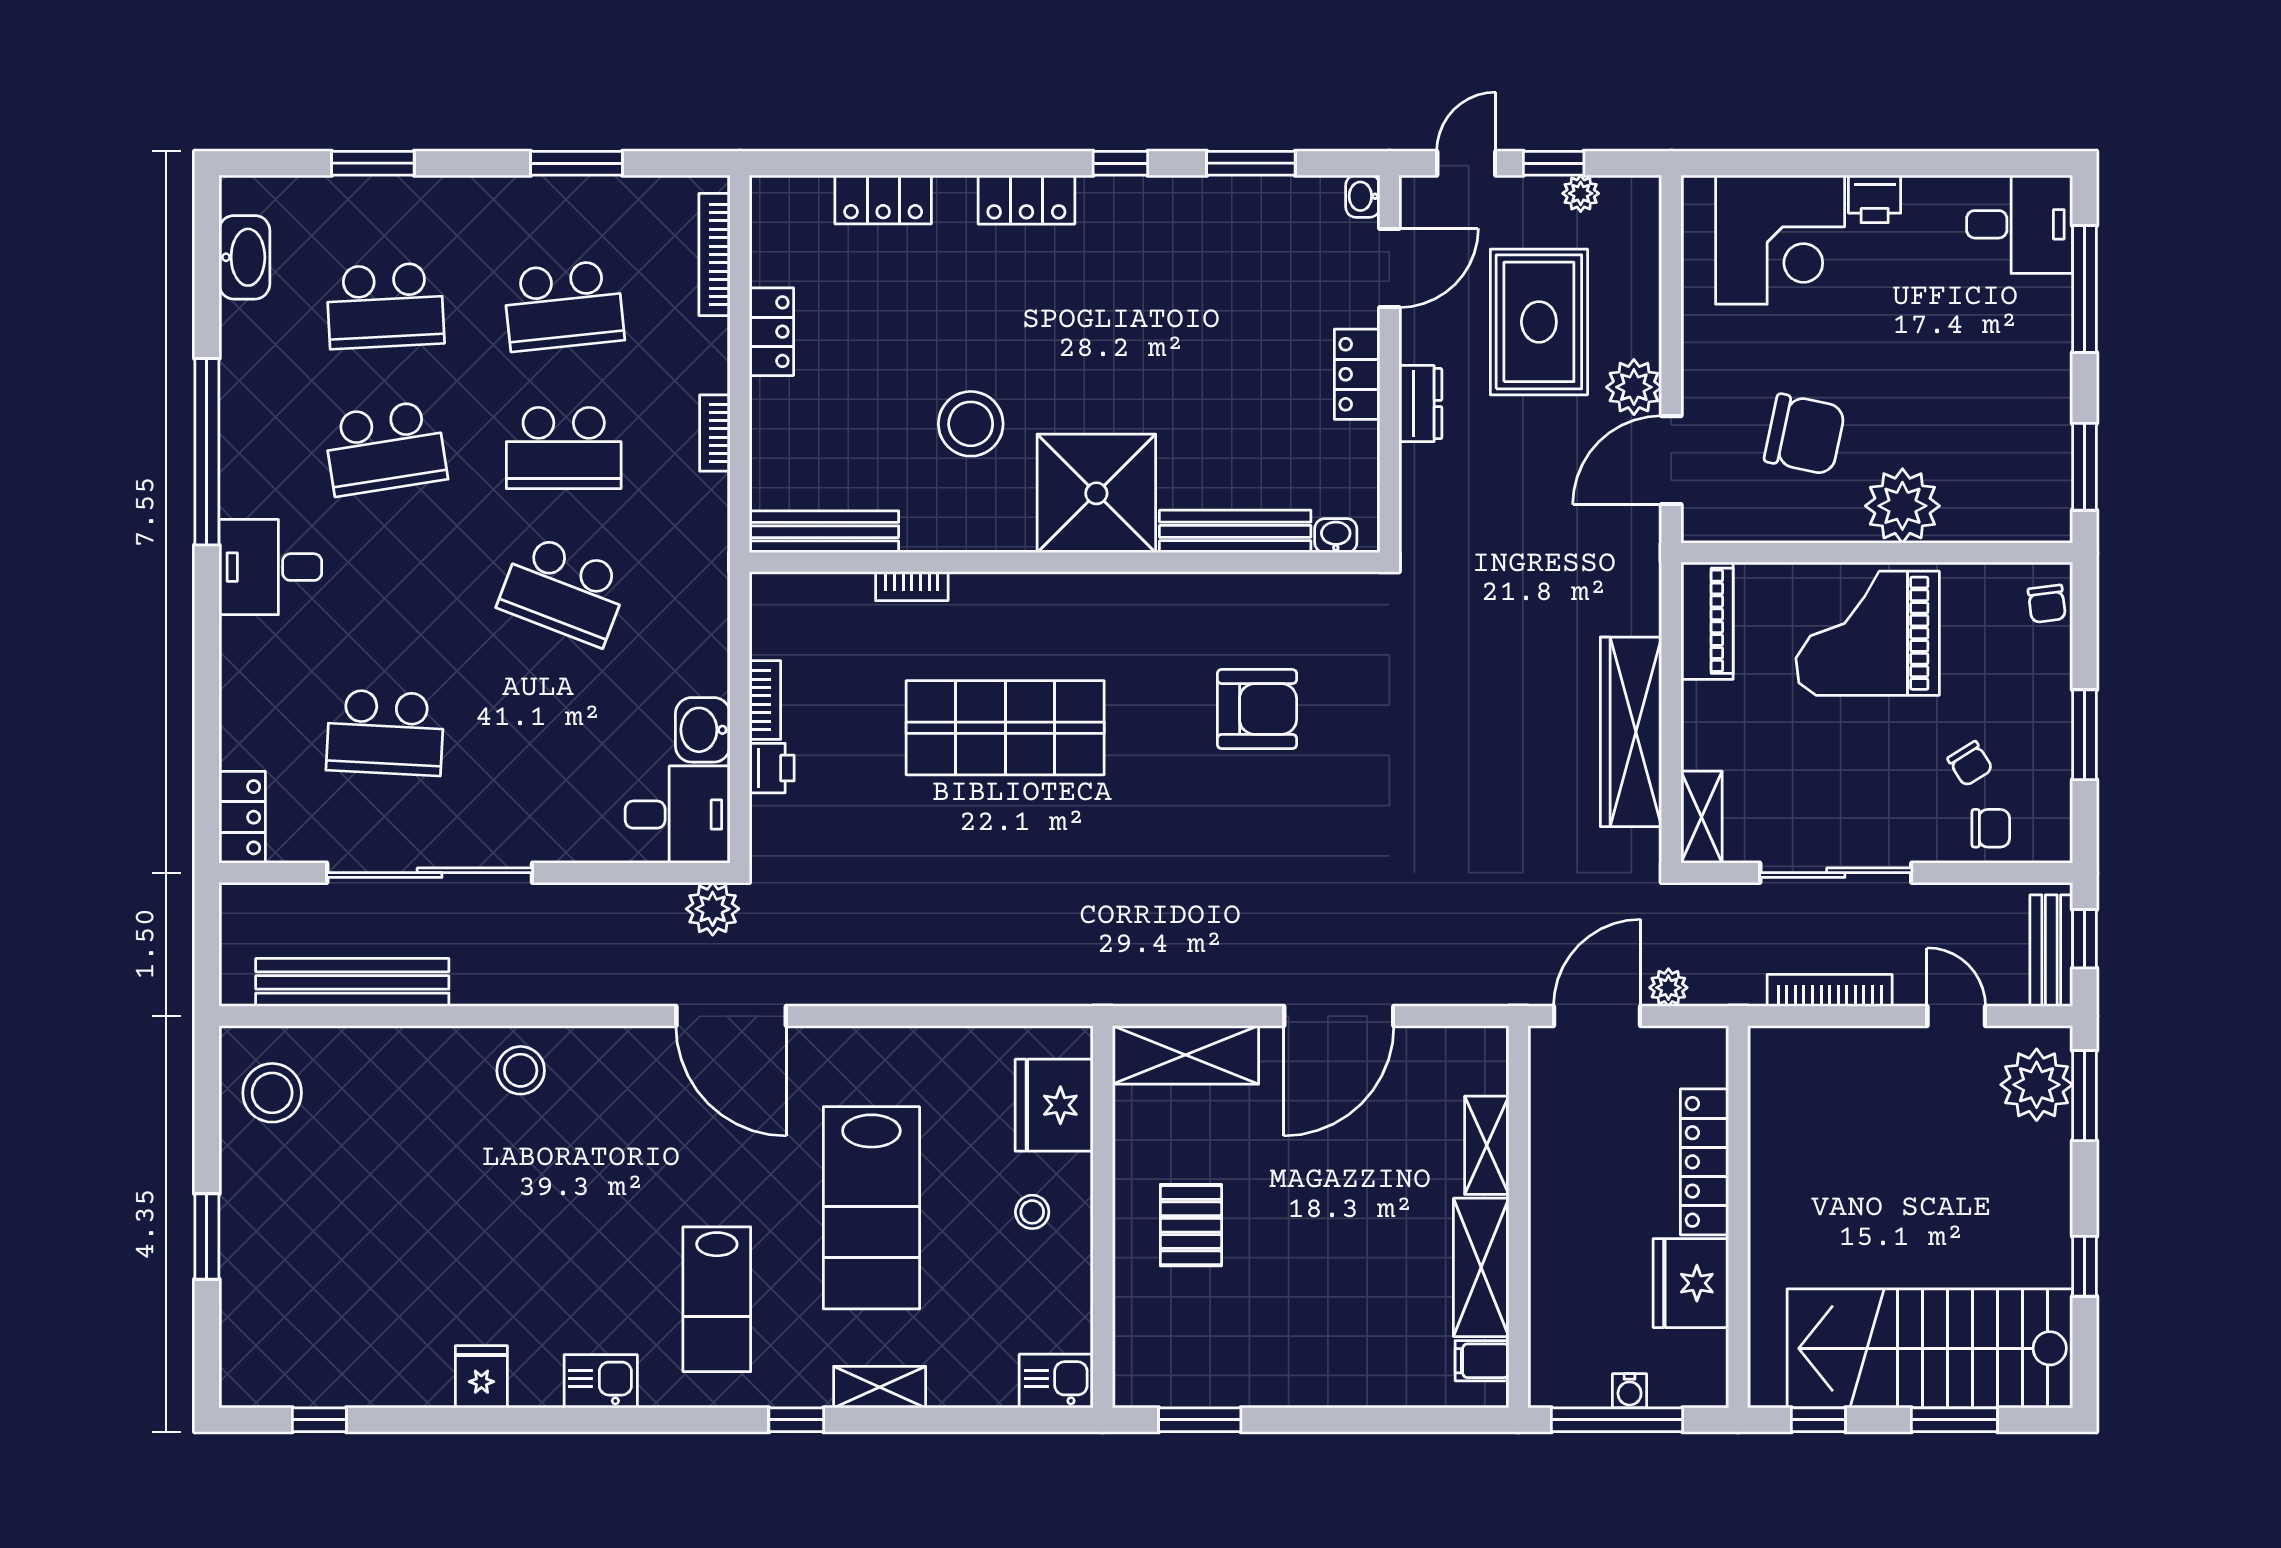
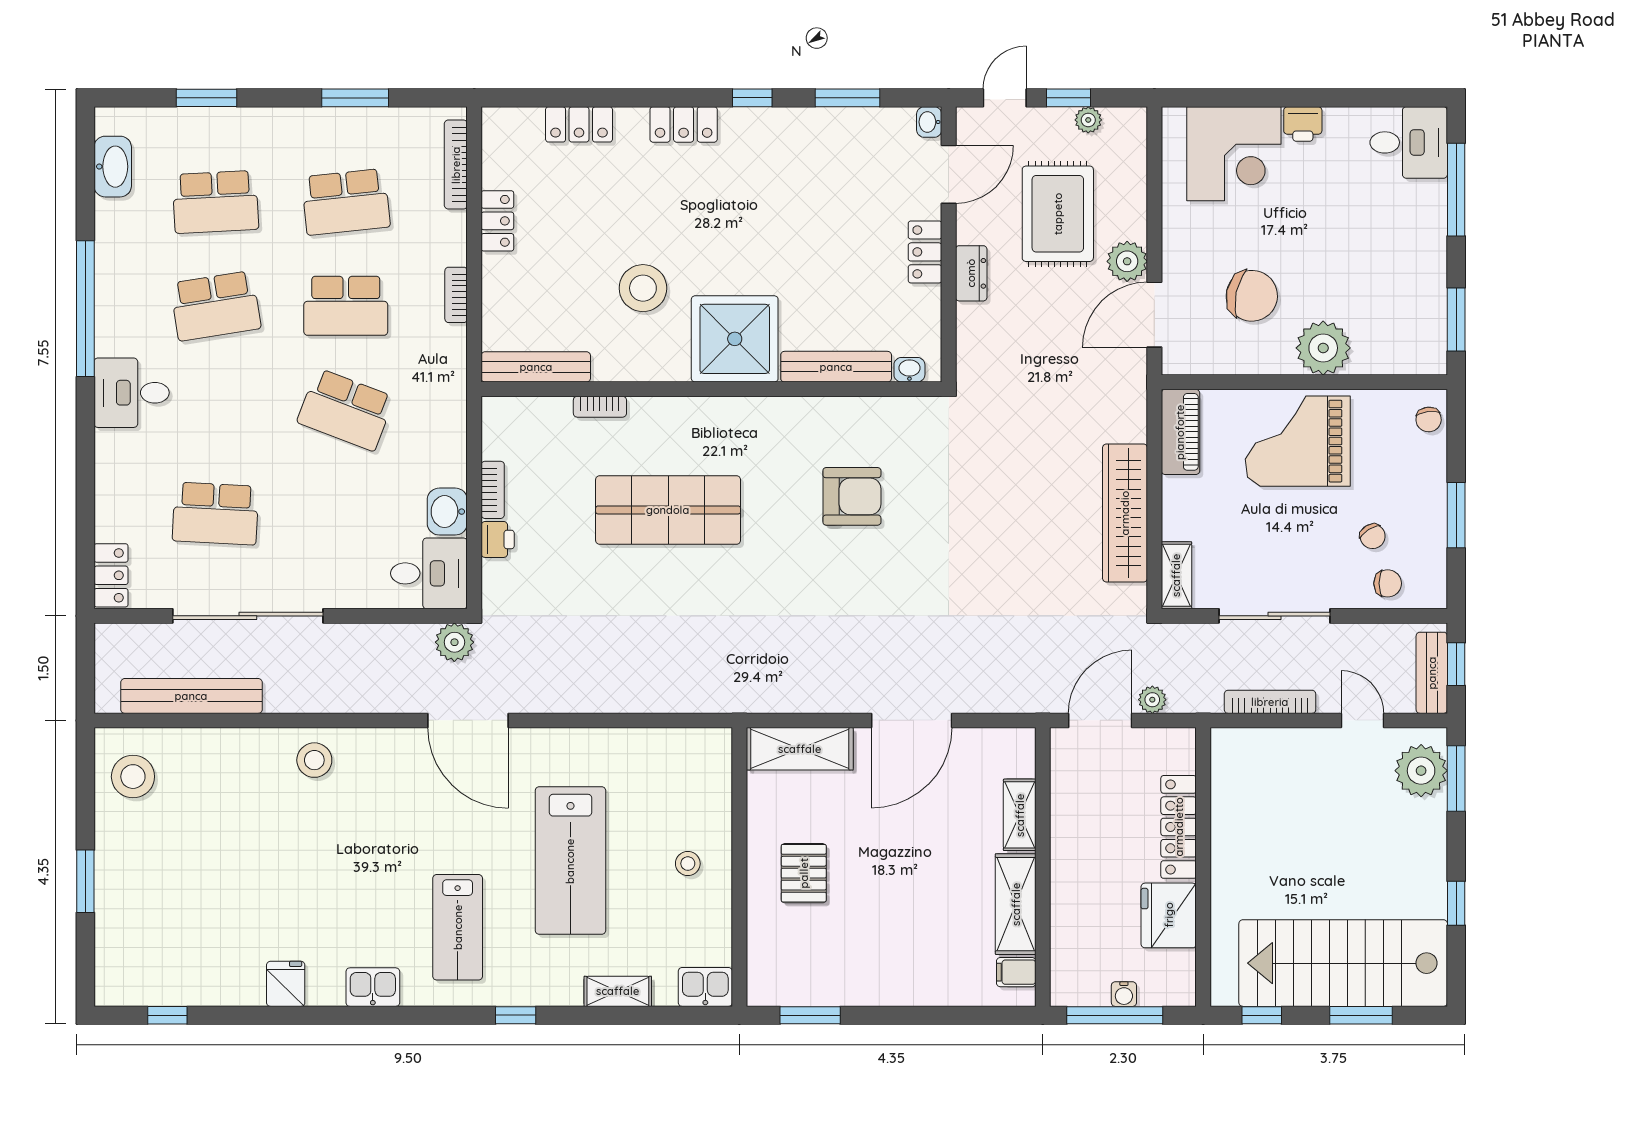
fridge: (1054, 1105) -> (704, 786), removed
shelving: (880, 1387) -> (618, 991), moved

